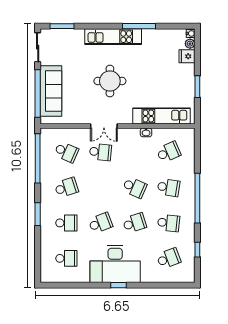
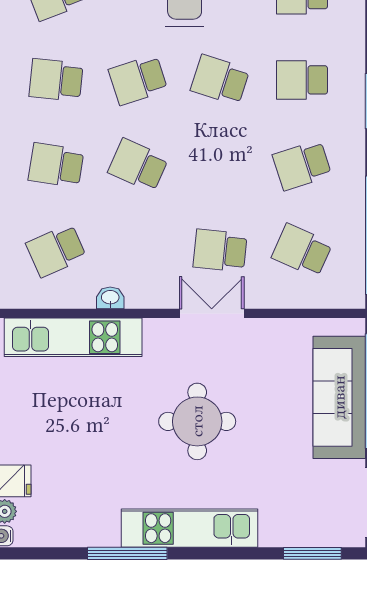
school desk: (100, 223) -> (220, 80), turned 39

